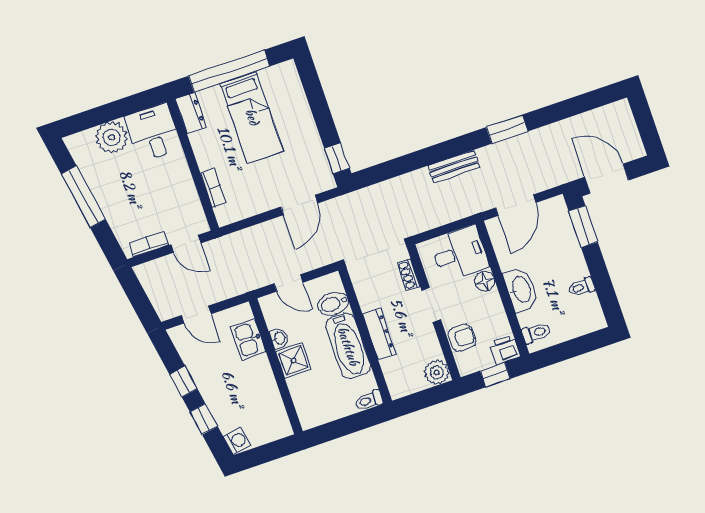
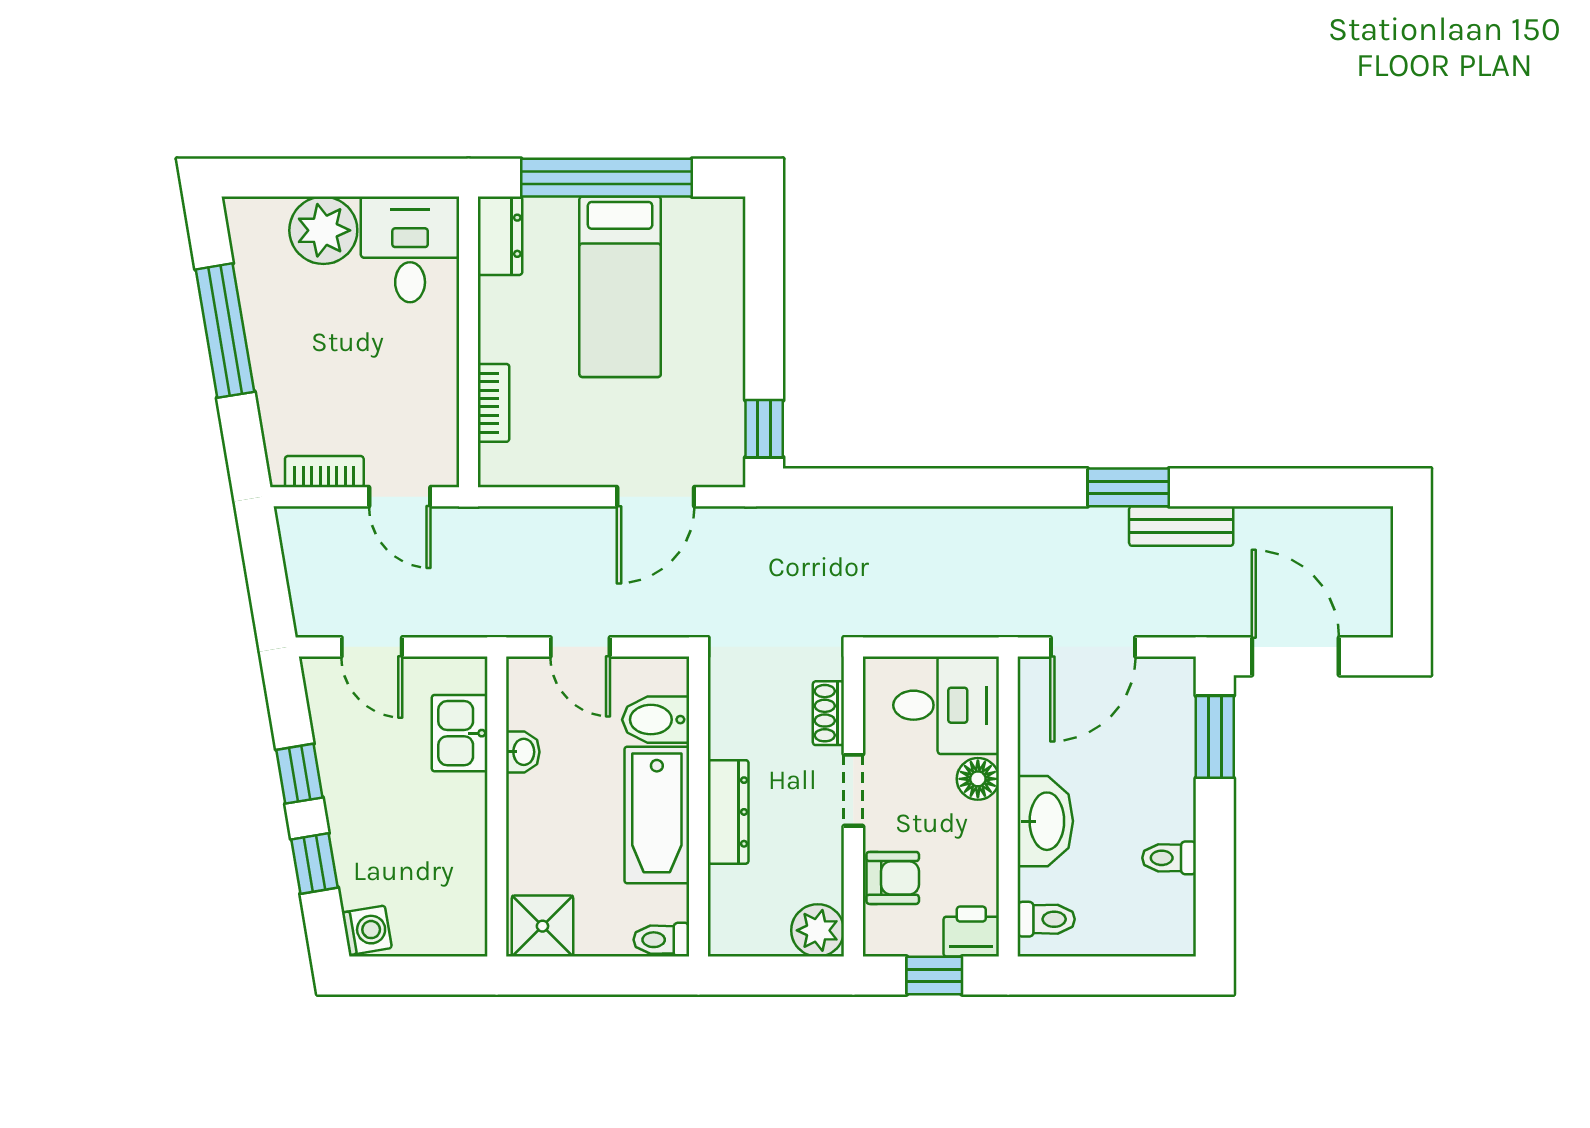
bench: (454, 167) -> (1181, 526), moved
shower: (294, 360) -> (542, 926), moved

